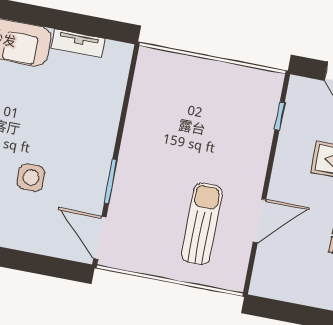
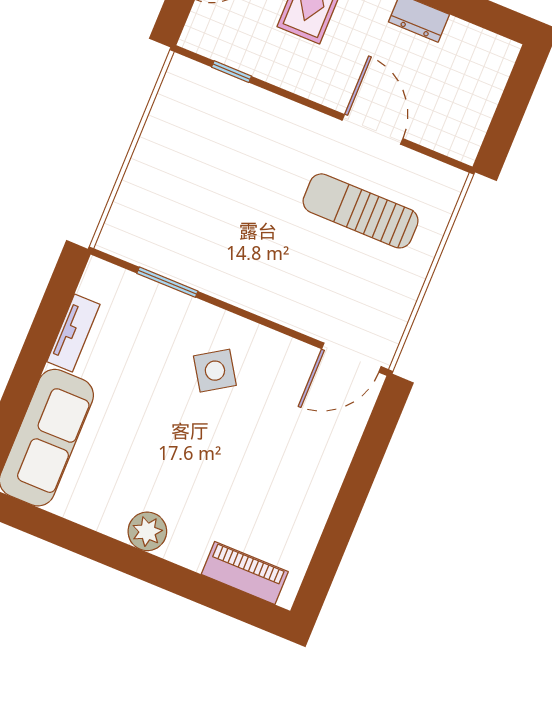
side table: (31, 178) -> (215, 371), moved, turned -33
window: (111, 181) -> (167, 282), moved

